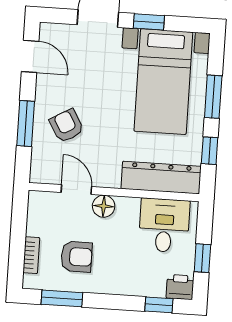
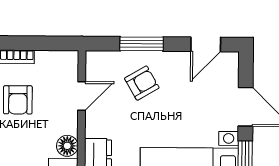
floor lamp: (104, 206) -> (67, 146), moved

